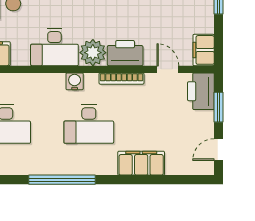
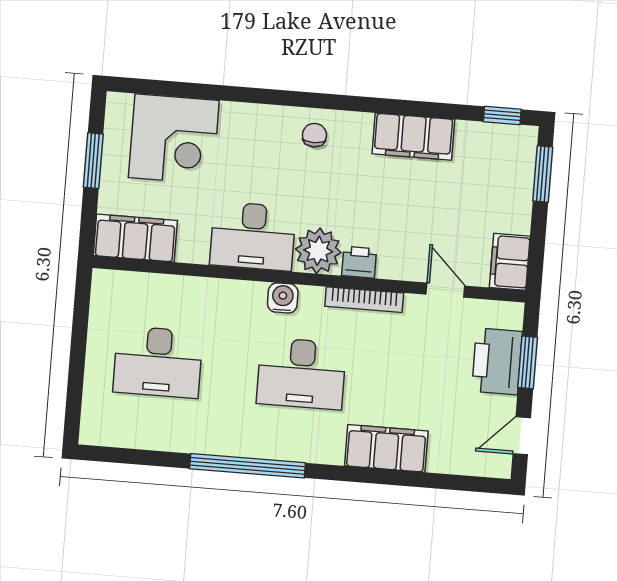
printer: (125, 53) -> (359, 262), width x0.53, depth x0.68
printer: (201, 91) -> (497, 361), moved

